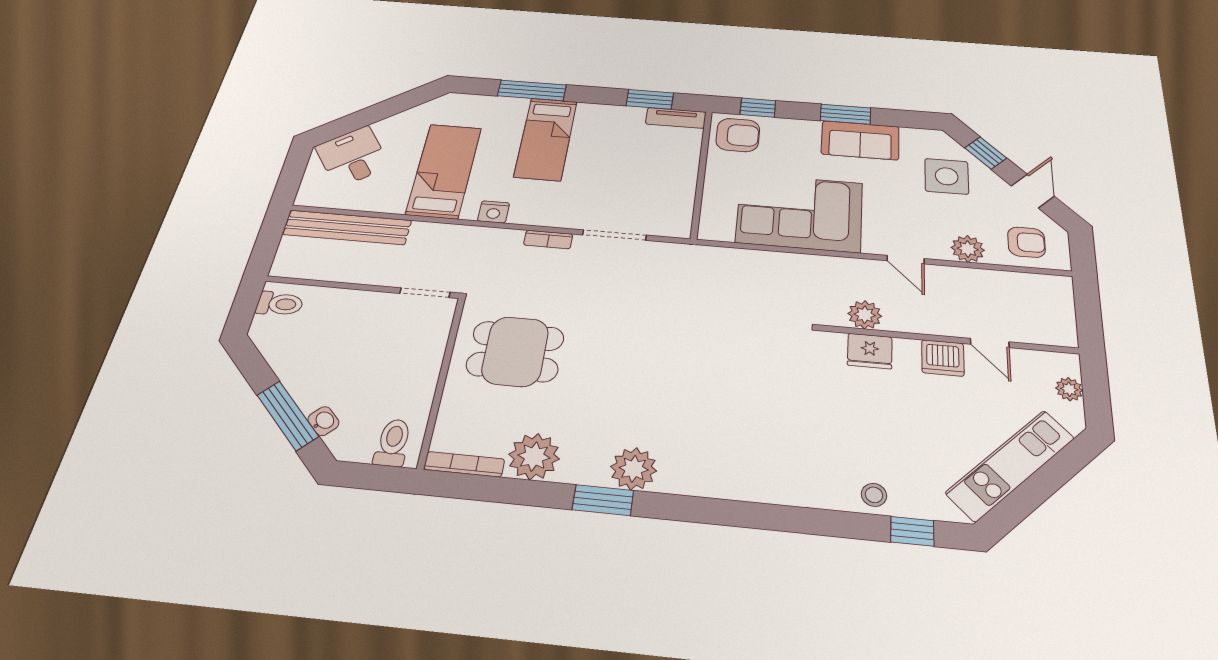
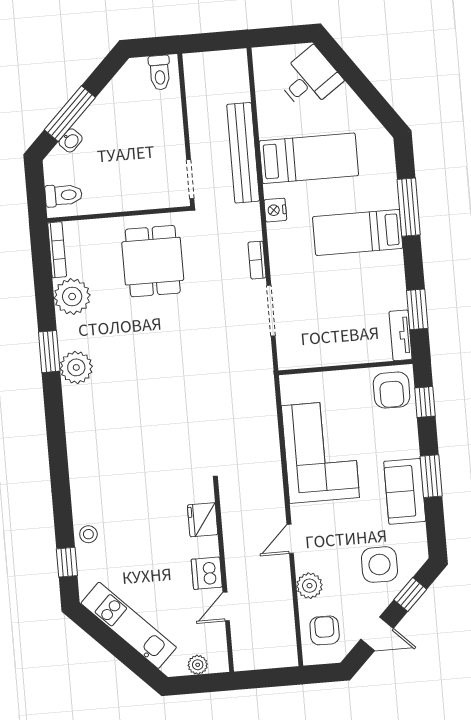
bench: (347, 227) -> (243, 153), moved
armchair: (1026, 242) -> (325, 630), turned 180
plant: (865, 315) -> (234, 513), removed

